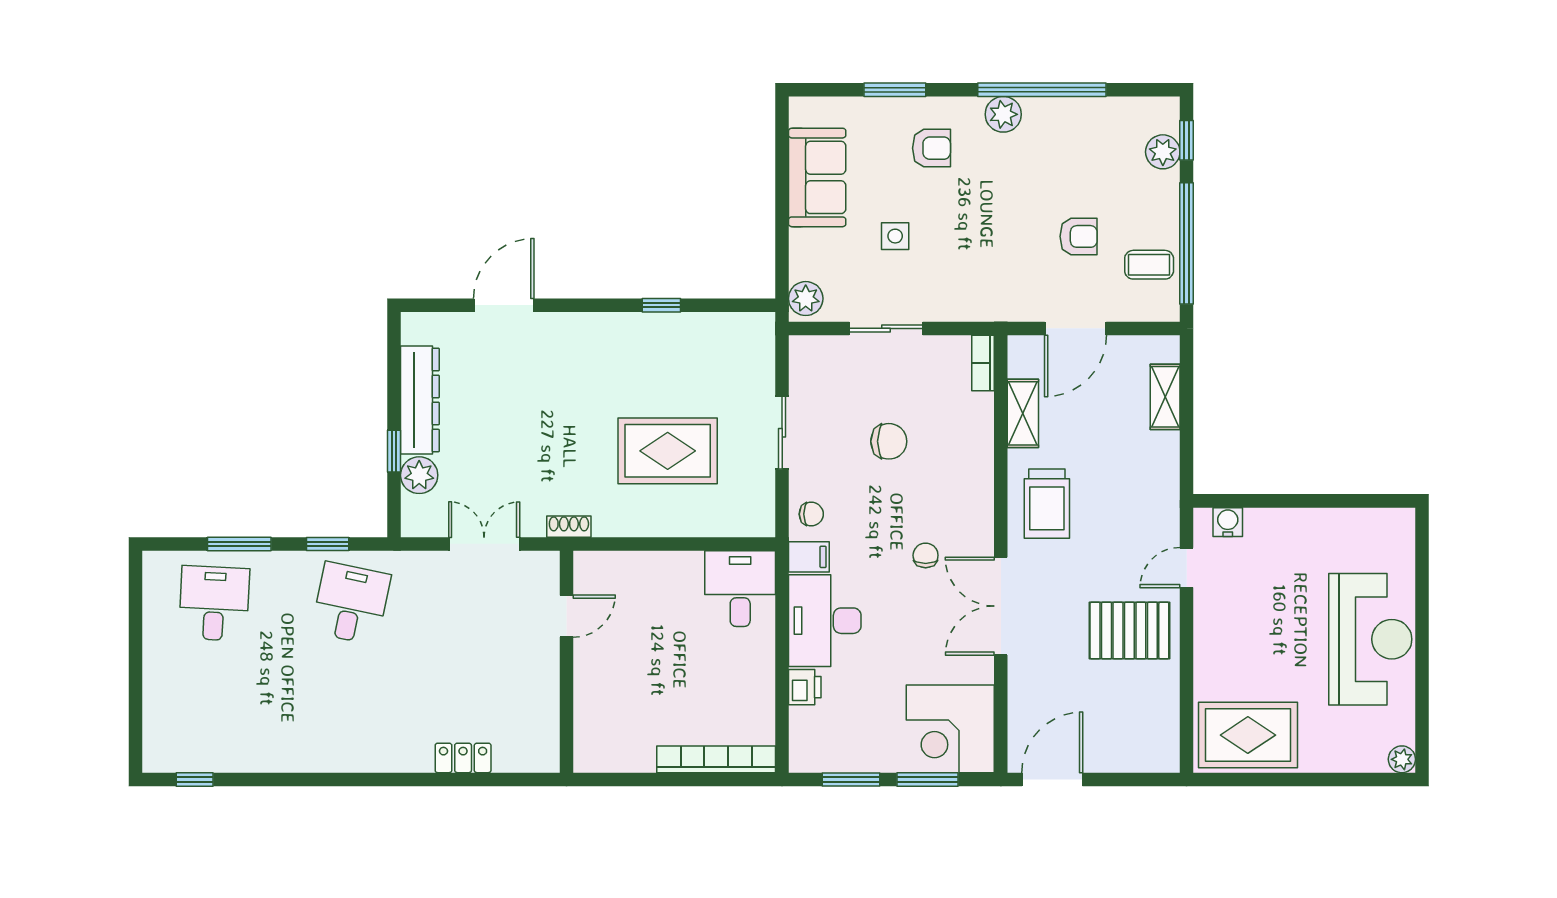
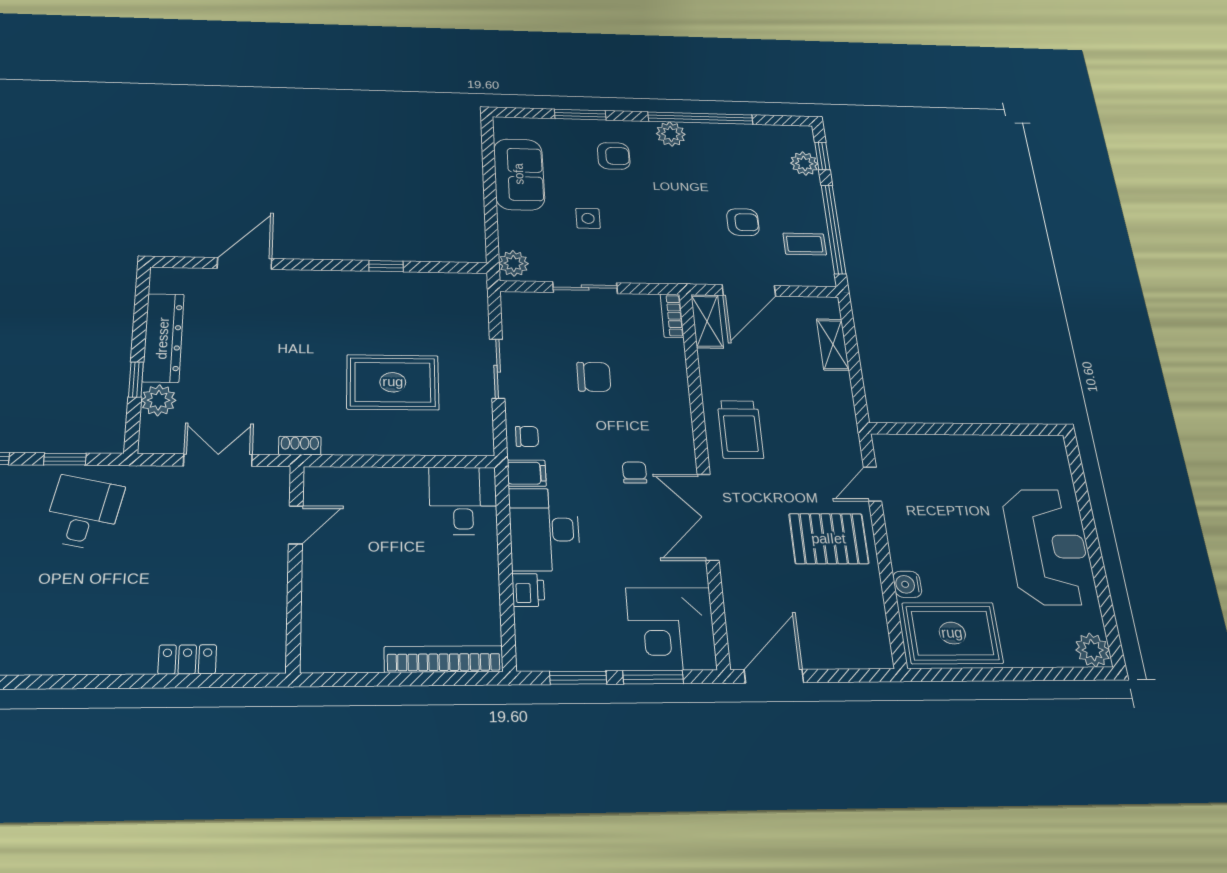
shelving: (1023, 413) -> (707, 321), moved
water cooler: (1228, 522) -> (907, 584), moved, turned -90
plant: (1402, 759) -> (1093, 650), width x1.38, depth x1.38

